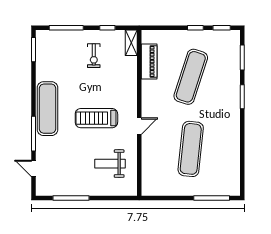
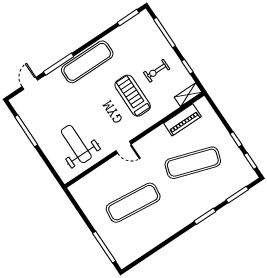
treadmill: (96, 118) -> (133, 96), moved
weight bench: (110, 164) -> (76, 144), width x1.36, depth x1.33

